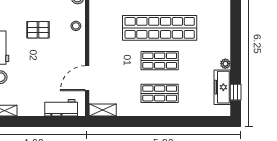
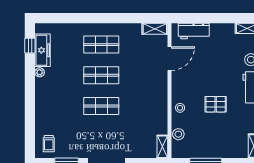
shop shelf: (160, 28) -> (101, 106), width x0.50, depth x0.74

